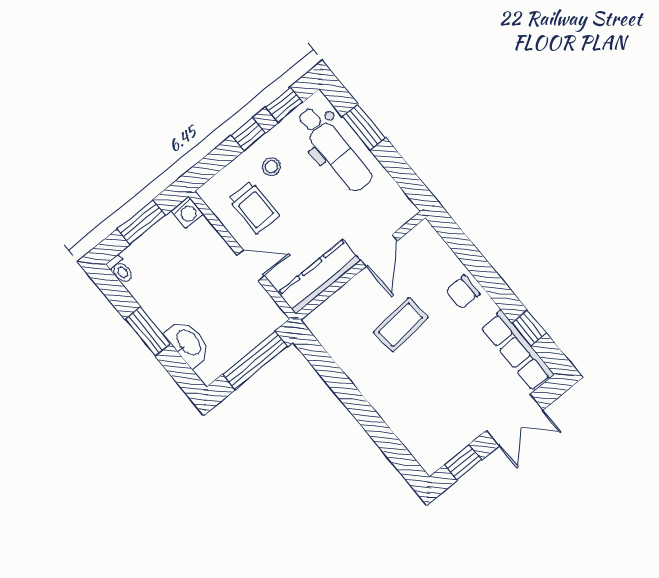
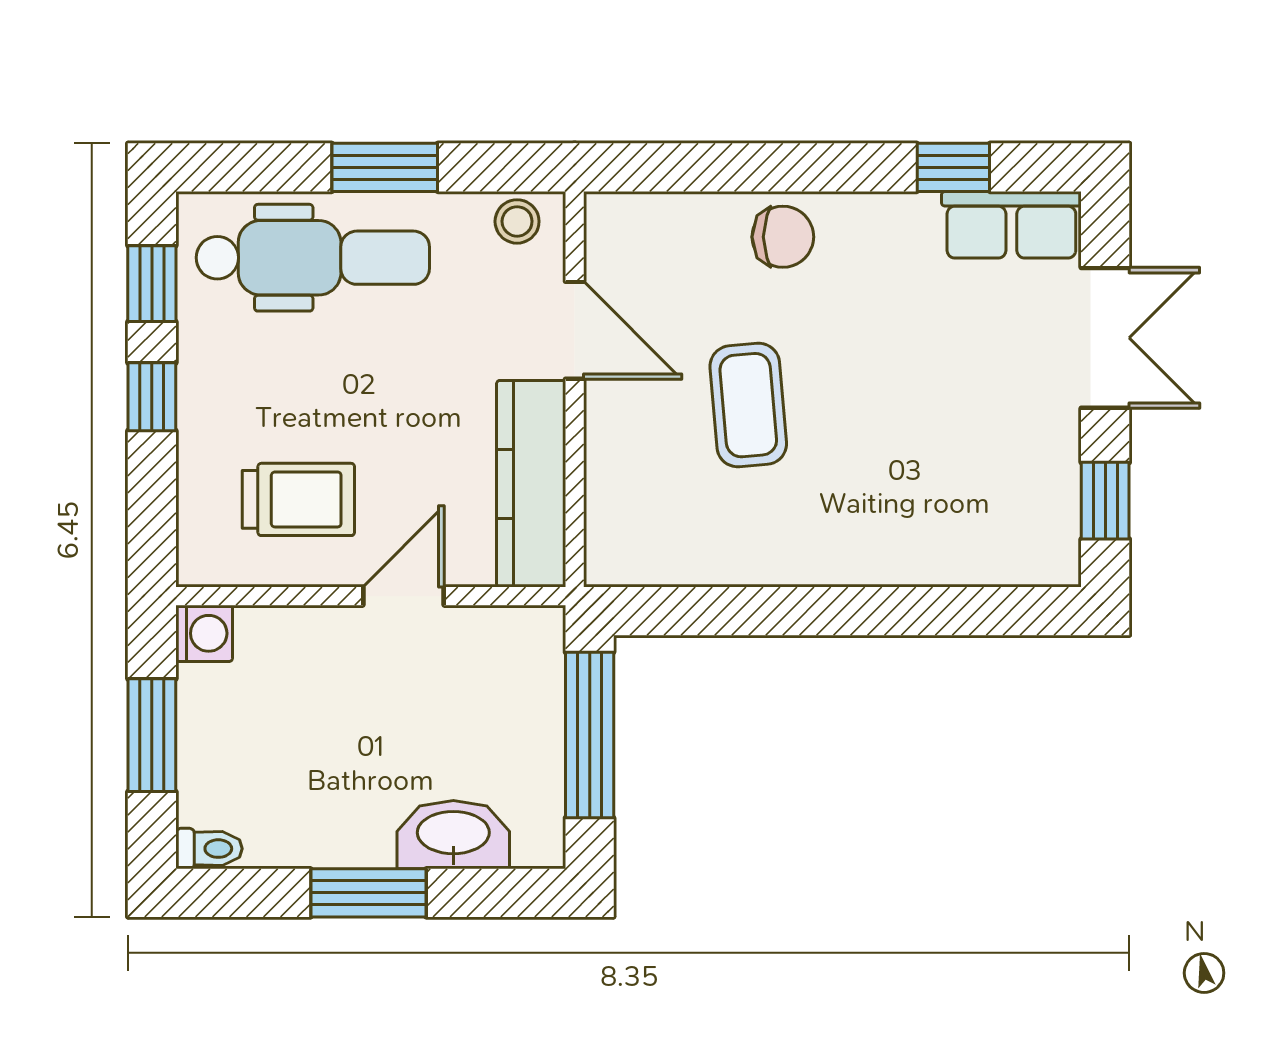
window: (364, 127) -> (385, 167), moved
stool: (271, 167) -> (517, 221), moved
chair: (463, 292) -> (783, 237), turned -90
row of seats: (517, 351) -> (1011, 225), width x0.68

